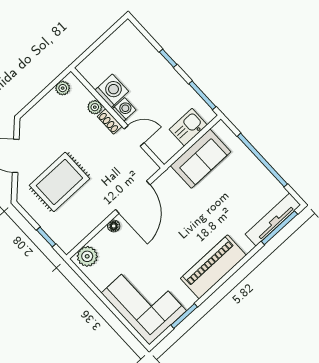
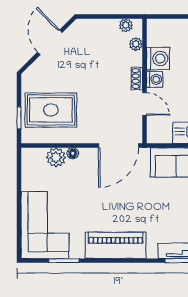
plant: (95, 107) -> (136, 44), moved
rug: (59, 182) -> (51, 110), moved
door: (133, 197) -> (118, 146), moved
plant: (87, 256) -> (56, 157), moved

